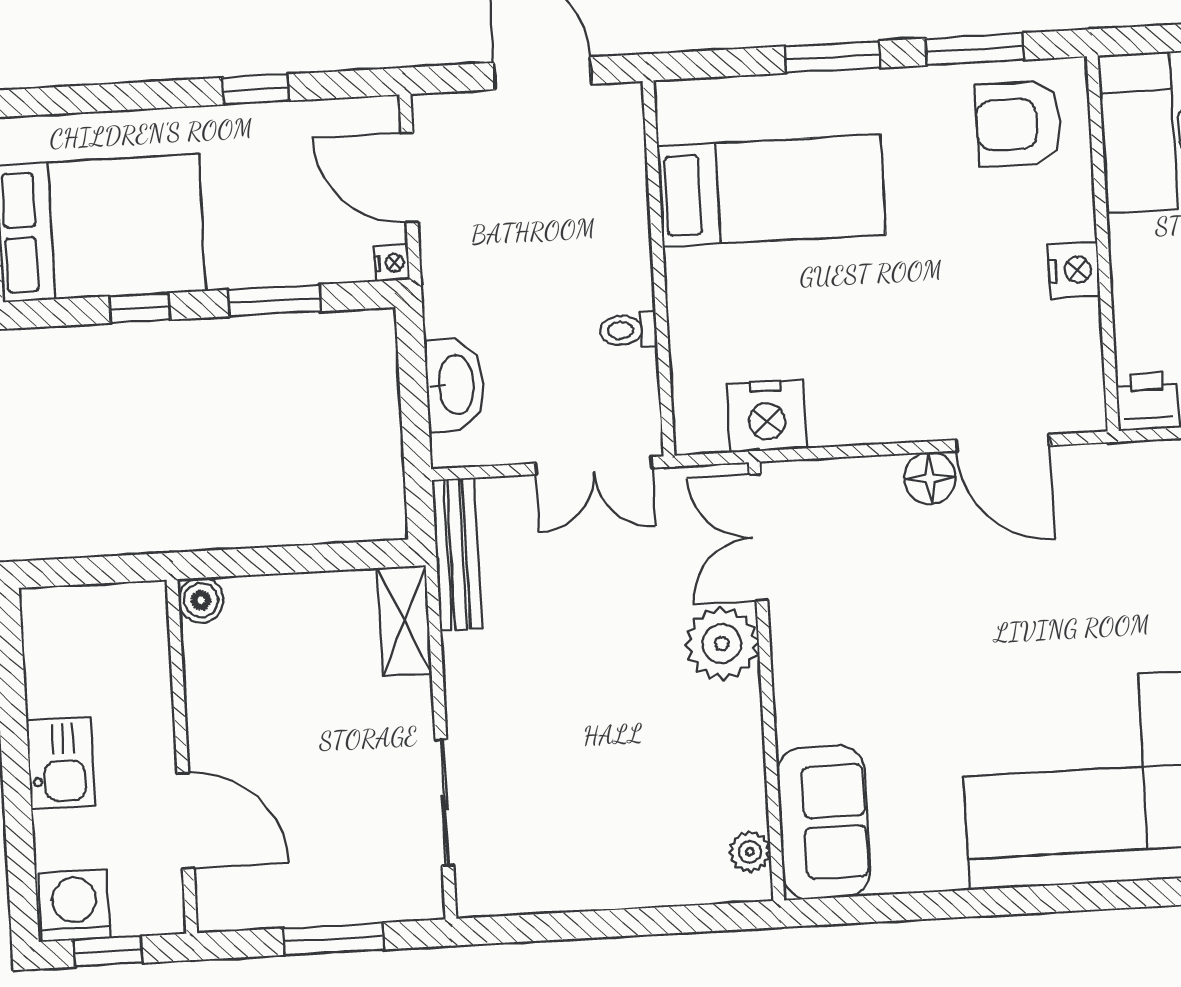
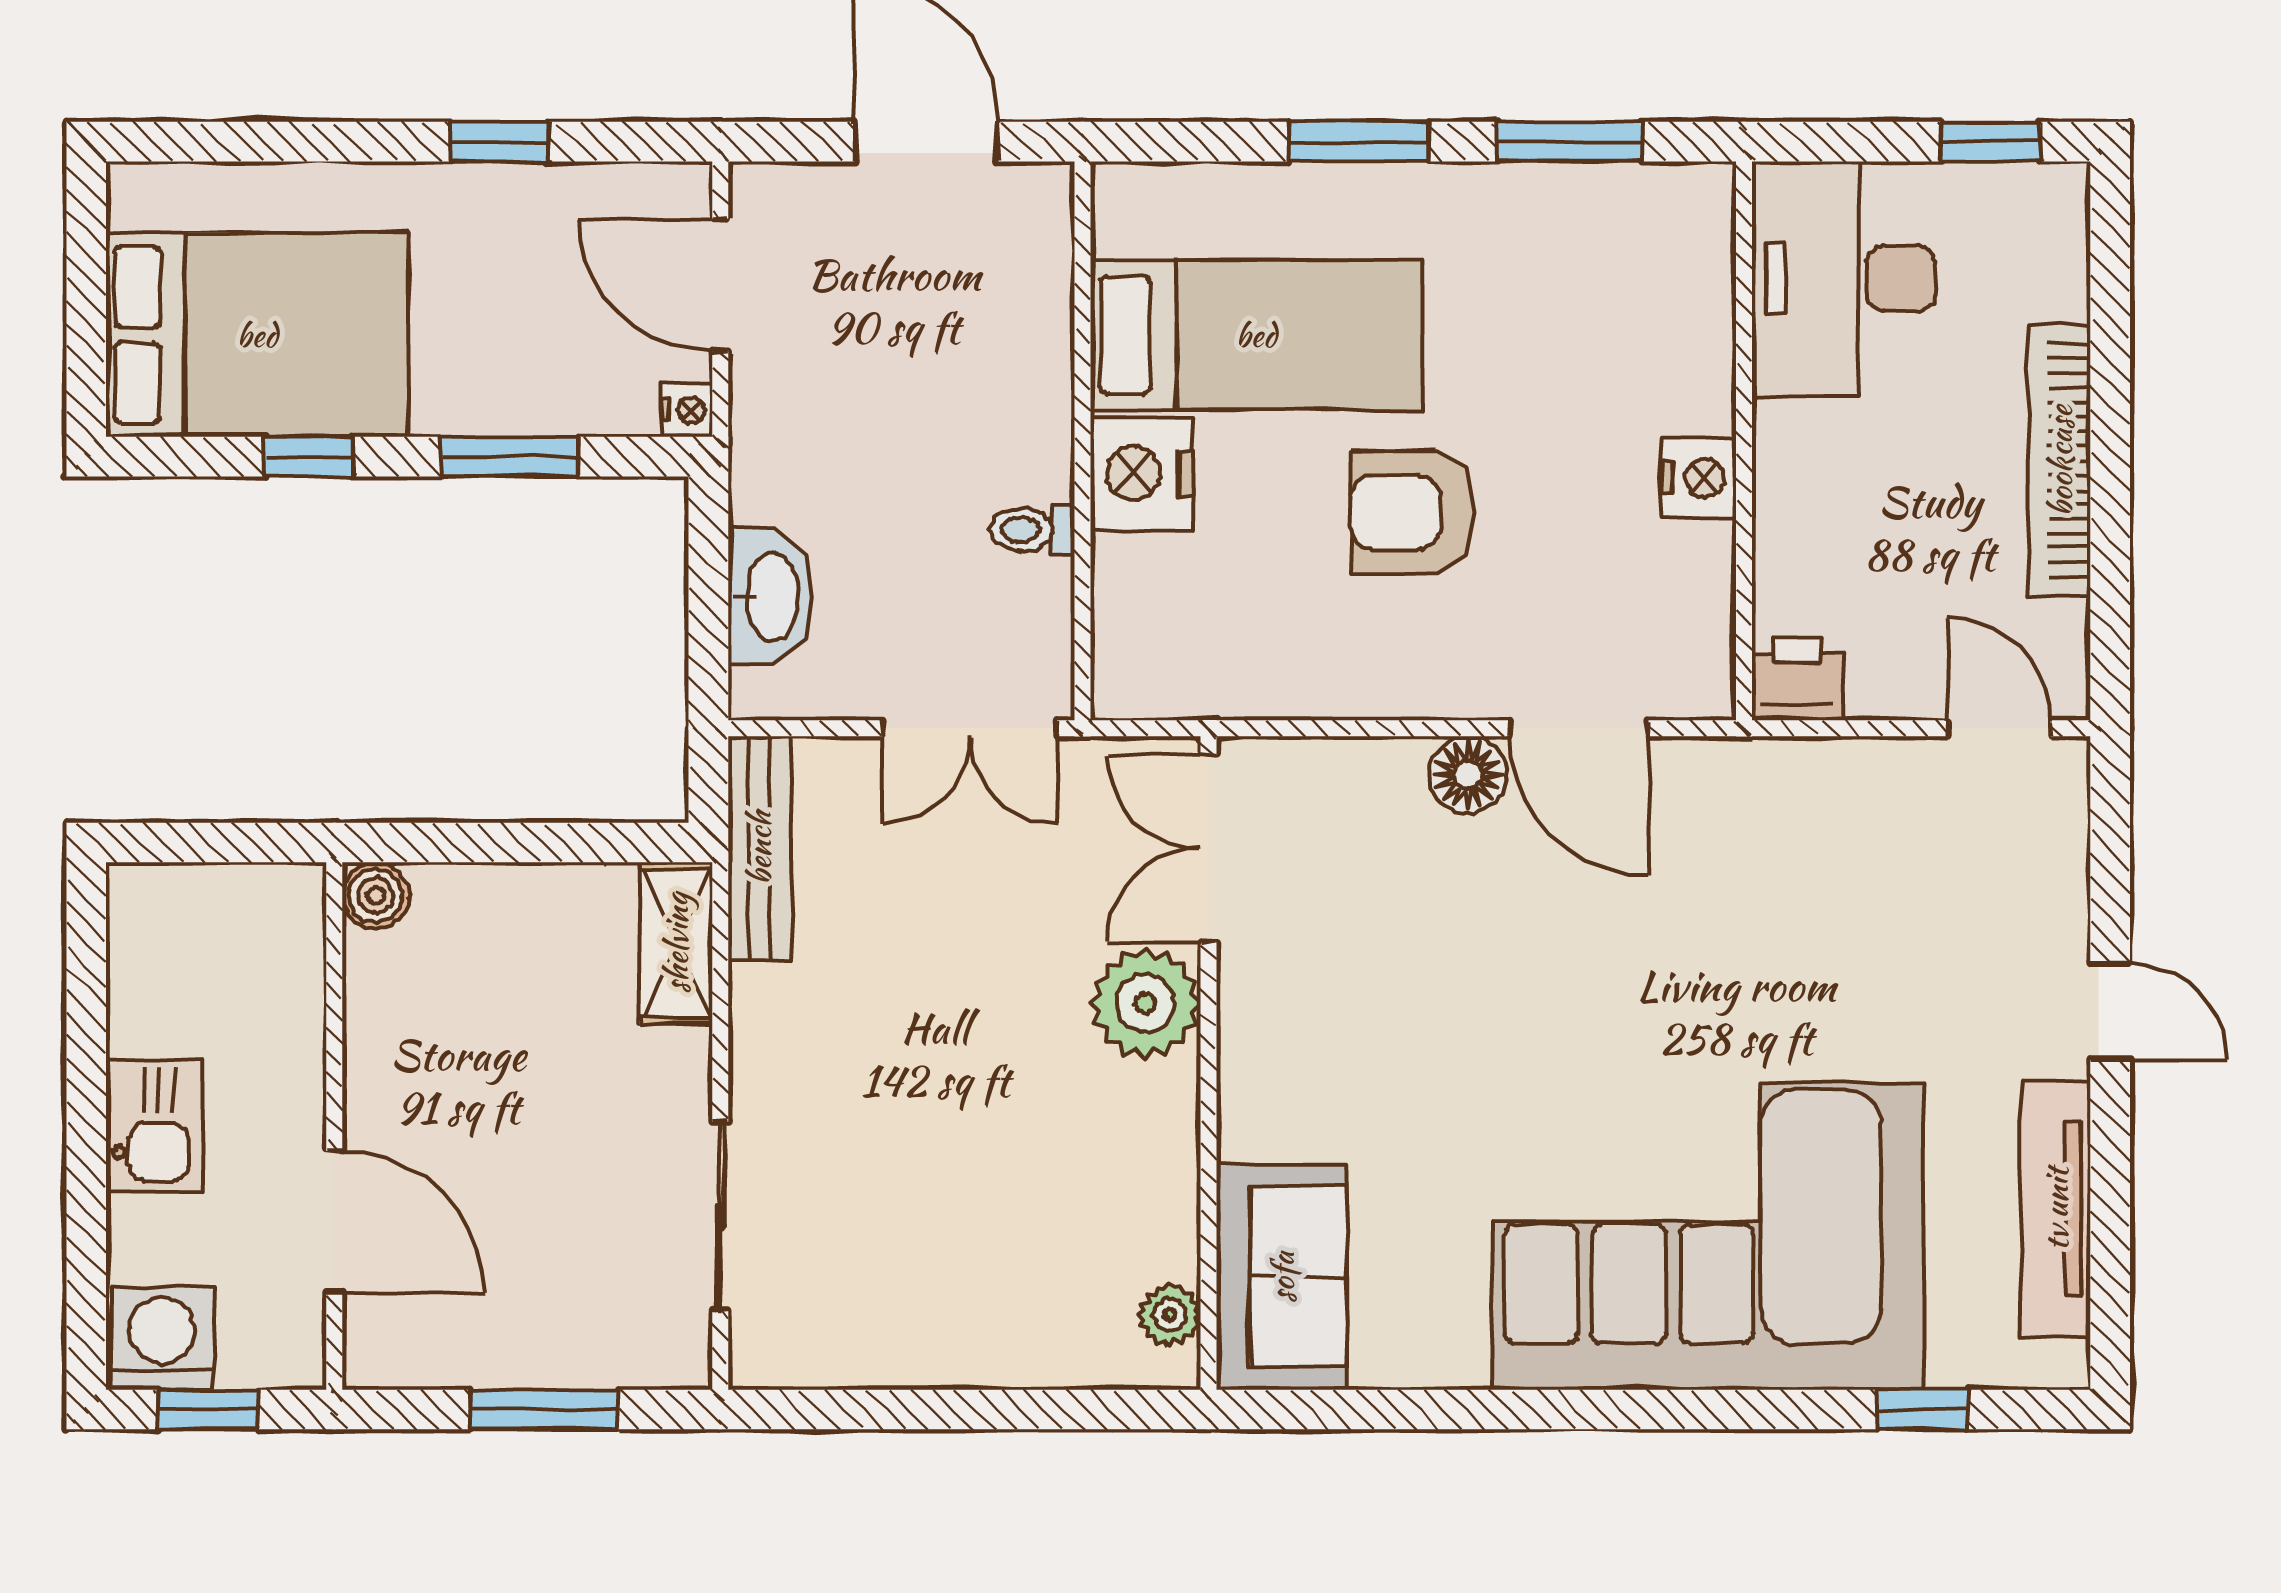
armchair: (1018, 124) -> (1412, 512), moved
nightstand: (767, 416) -> (1142, 473), moved, turned 90

